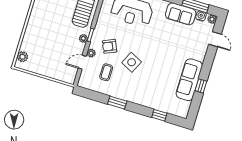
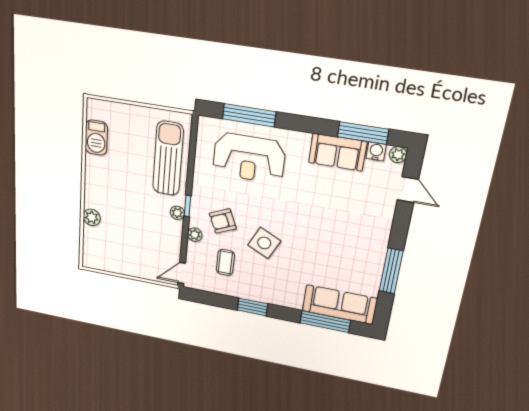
plant: (22, 57) -> (92, 217), moved
door: (82, 62) -> (182, 273), moved
sofa: (189, 80) -> (340, 305), moved, turned 90
window: (201, 86) -> (391, 271), width x2.17
window: (159, 115) -> (325, 322), width x2.17

